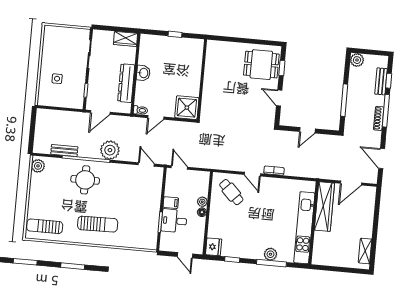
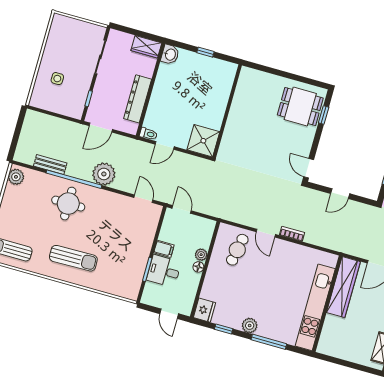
washbasin: (143, 73) -> (170, 54), moved
door: (279, 98) -> (309, 168), moved
cafe table: (231, 192) -> (237, 250), turned 56
plant: (270, 254) -> (250, 326), moved

